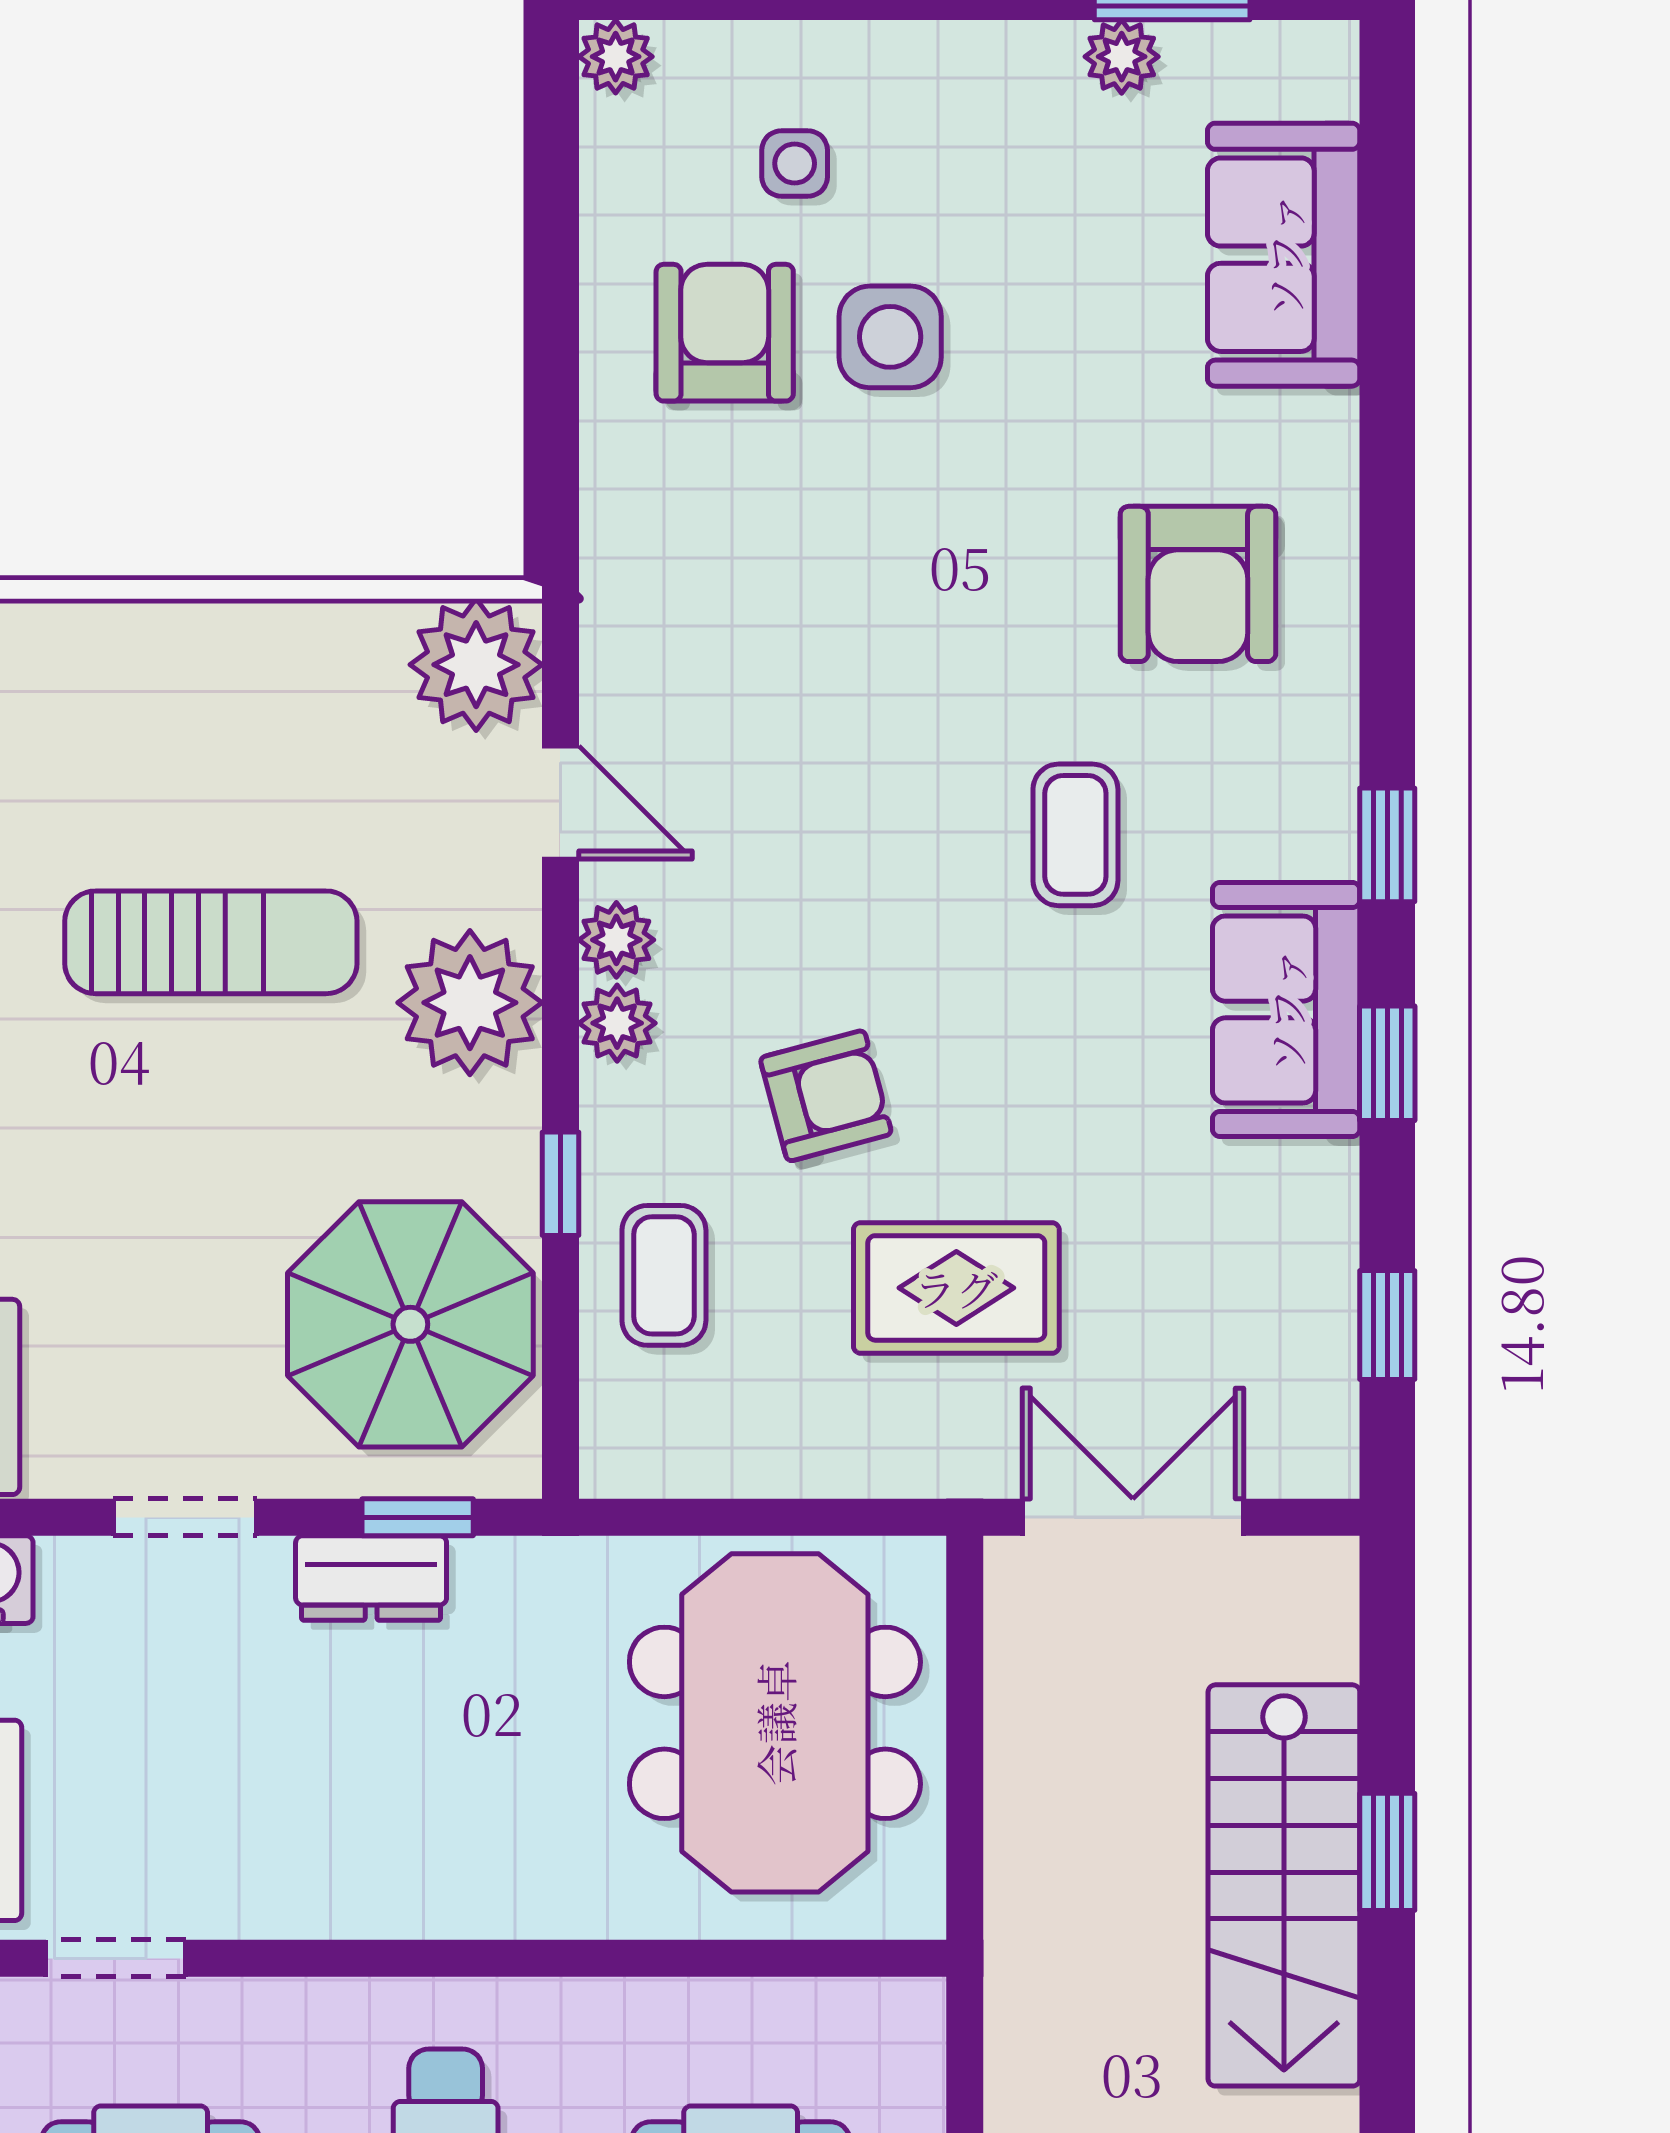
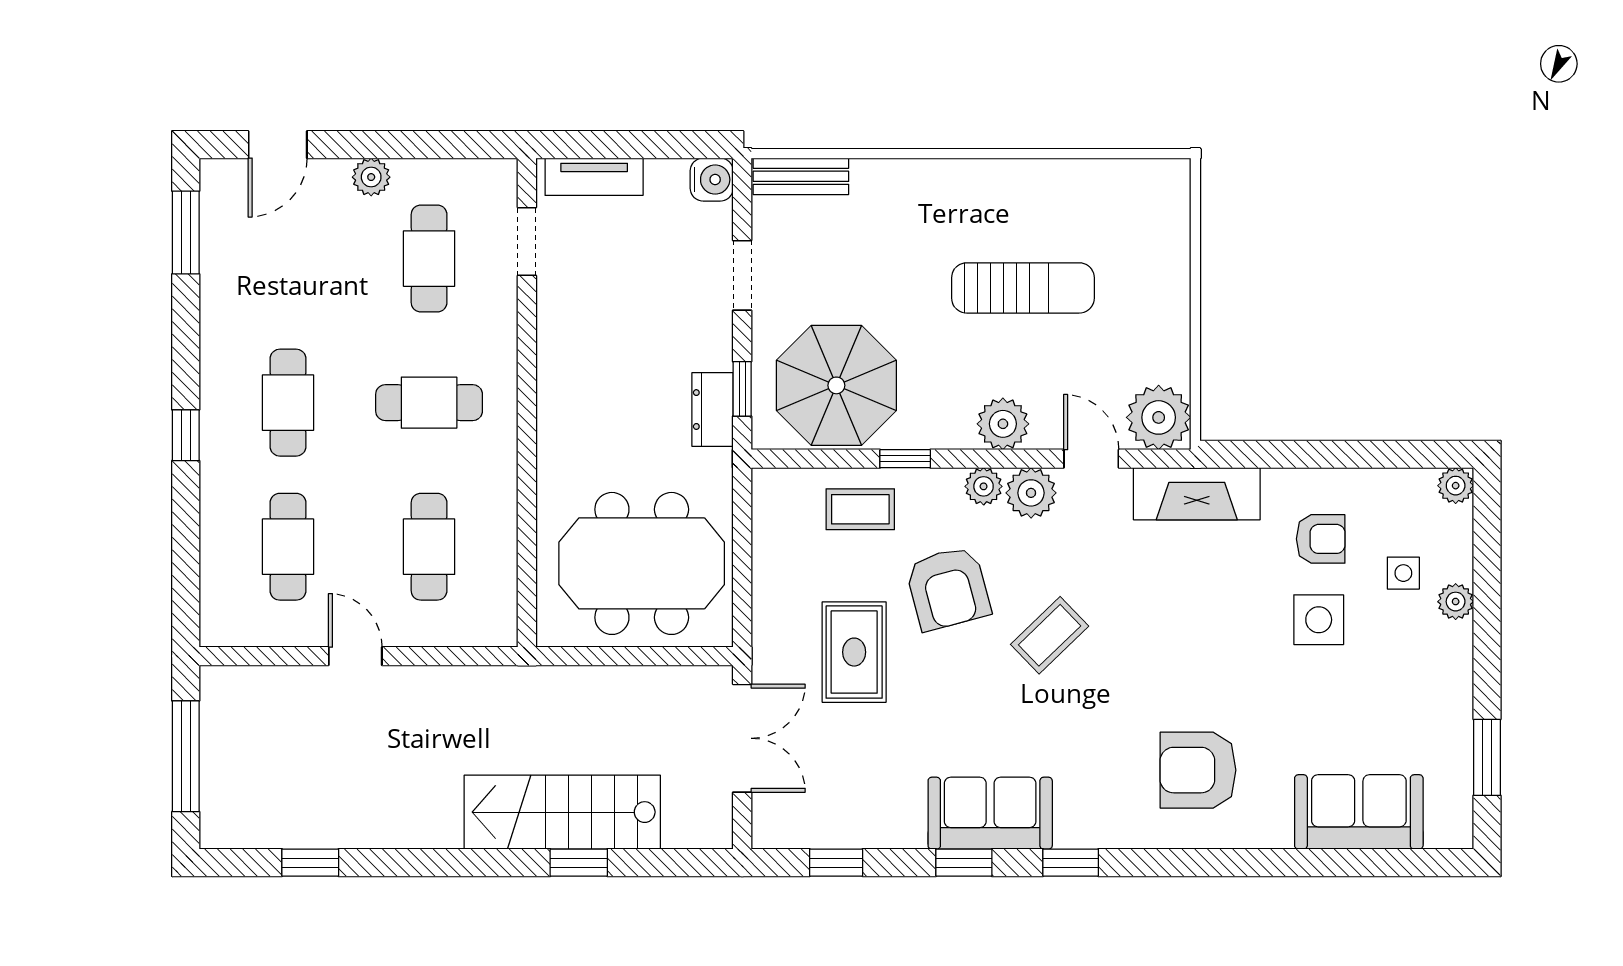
plant: (1122, 57) -> (1456, 602), moved
armchair: (725, 333) -> (1321, 539), width x0.72, depth x0.72
fireplace: (632, 586) -> (1197, 494), added
door: (560, 803) -> (1091, 459), swing flipped
coffee table: (1075, 835) -> (1050, 635), moved, turned -44
plant: (616, 940) -> (1031, 493), width x1.38, depth x1.38
sun lounger: (211, 942) -> (1023, 288), turned -90
plant: (470, 1003) -> (1003, 424), width x0.73, depth x0.73
armchair: (826, 1096) -> (948, 588), width x1.38, depth x1.38
dresser: (371, 1578) -> (712, 410), moved

